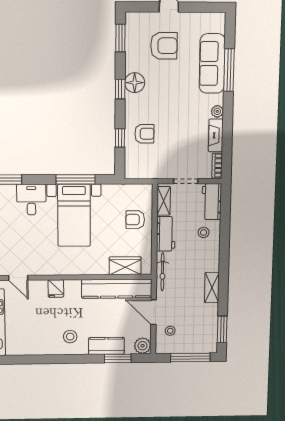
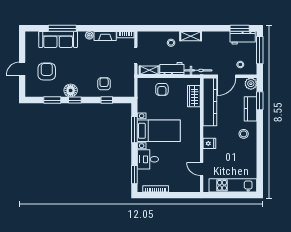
window: (120, 38) -> (52, 100), moved
workbench: (212, 202) -> (243, 38), moved
door: (18, 278) -> (202, 169), swing flipped
shelving: (212, 288) -> (191, 36), moved

